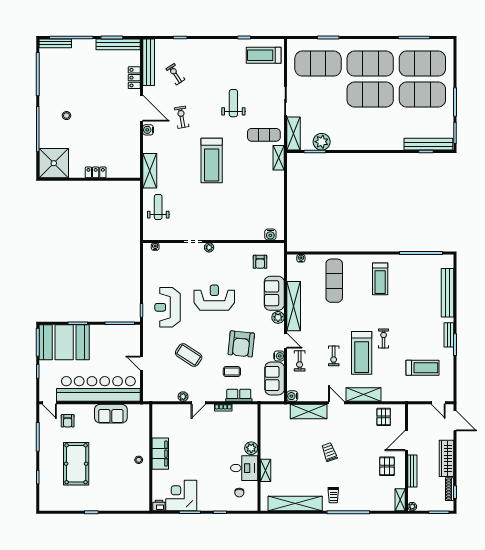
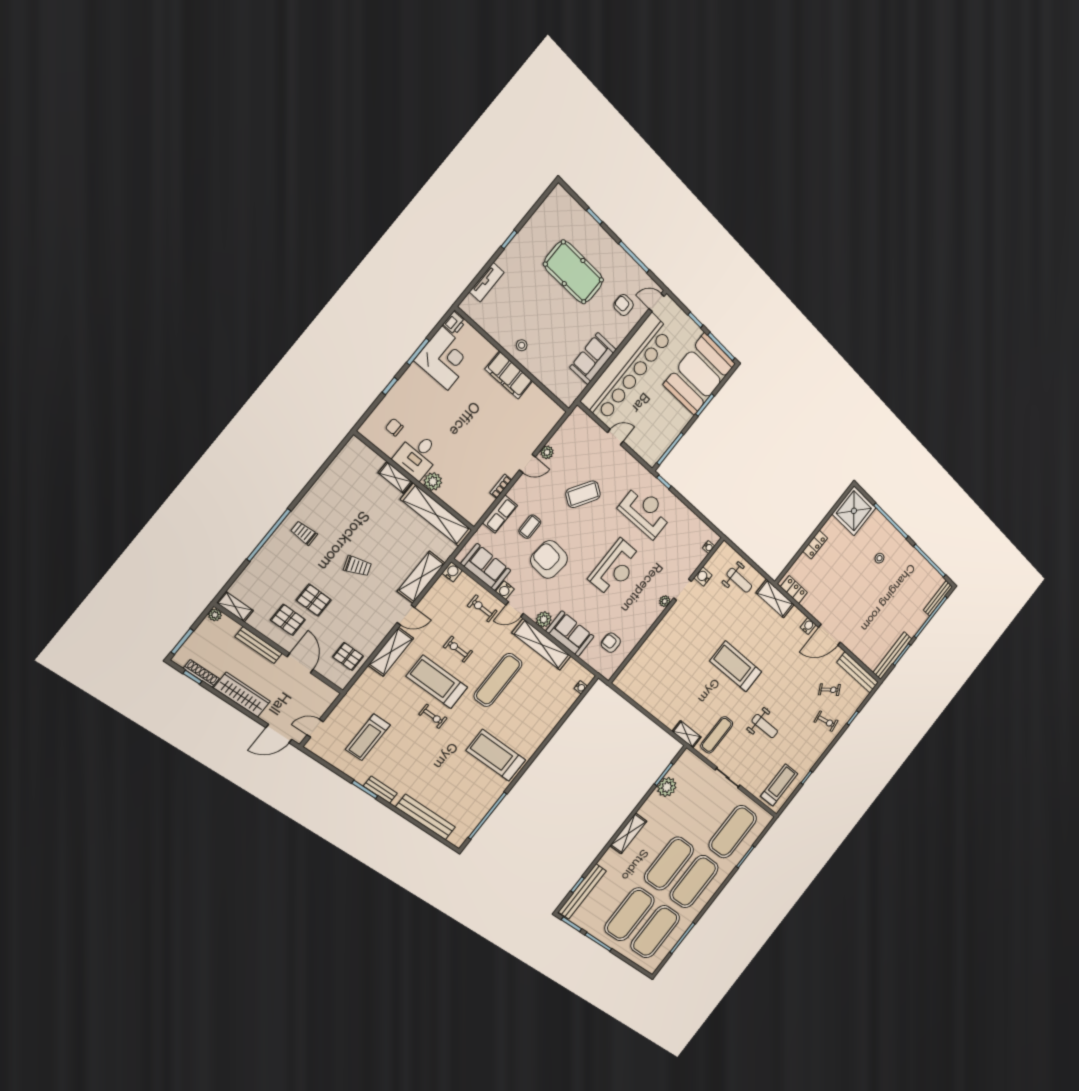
locker: (134, 78) -> (794, 590), moved
exercise bike: (182, 117) -> (826, 721), moved
shelving: (294, 134) -> (628, 833), moved, turned 90
water cooler: (270, 234) -> (703, 577), moved
treadmill: (380, 279) -> (496, 755), width x1.37, depth x1.38
exercise mat: (334, 281) -> (498, 680), moved, turned 90
door: (198, 403) -> (527, 463), swing flipped
pallet: (366, 461) -> (314, 600), added
shelving: (295, 504) -> (436, 515), moved, turned 90
tv unit: (123, 506) -> (487, 282), added

